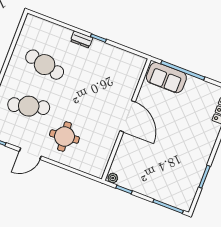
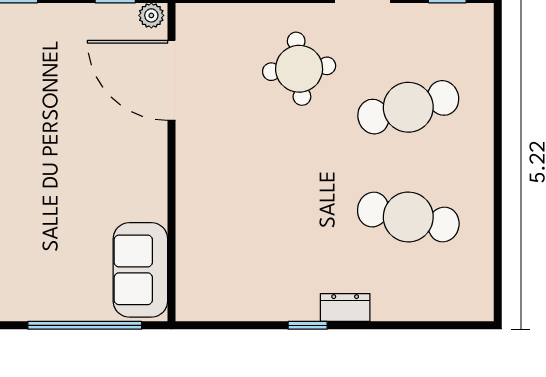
sofa: (166, 78) -> (140, 270), moved, turned -90
door: (128, 116) -> (171, 80), moved

